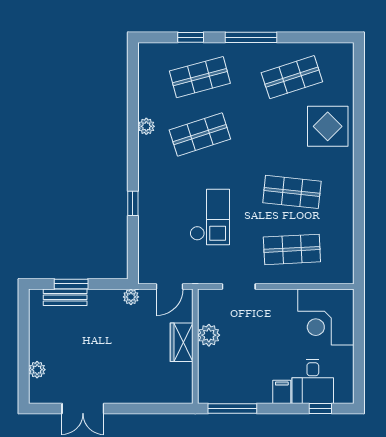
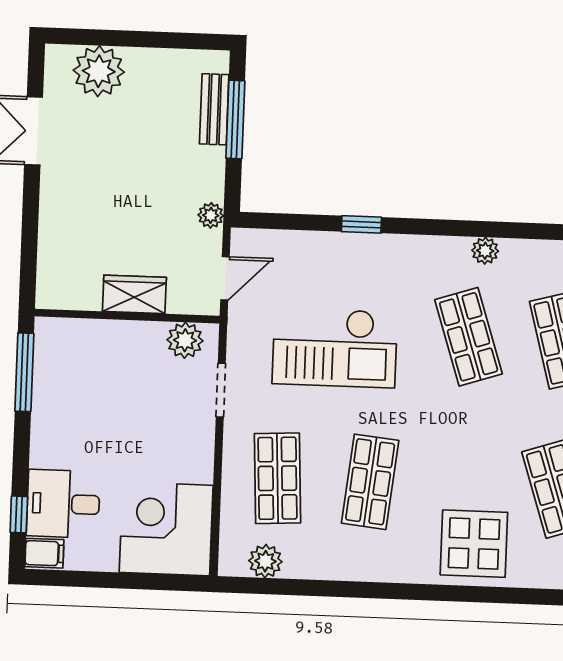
checkout: (210, 217) -> (335, 348), width x1.36, depth x1.21
plant: (343, 255) -> (265, 561), added
window: (71, 284) -> (235, 120), width x1.44
door: (170, 287) -> (225, 278), swing flipped
plant: (209, 335) -> (185, 340), moved
plant: (37, 370) -> (99, 71), width x1.87, depth x1.87
filing cabinet: (282, 392) -> (44, 553), moved

